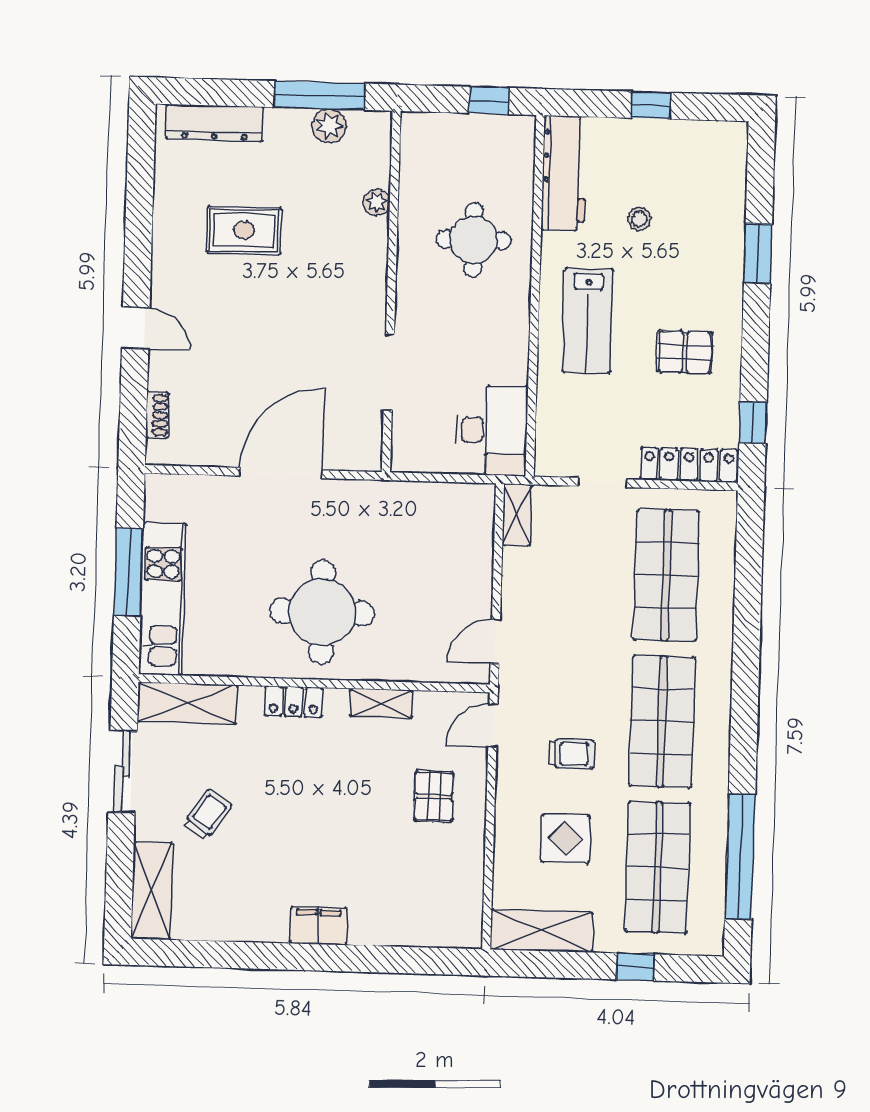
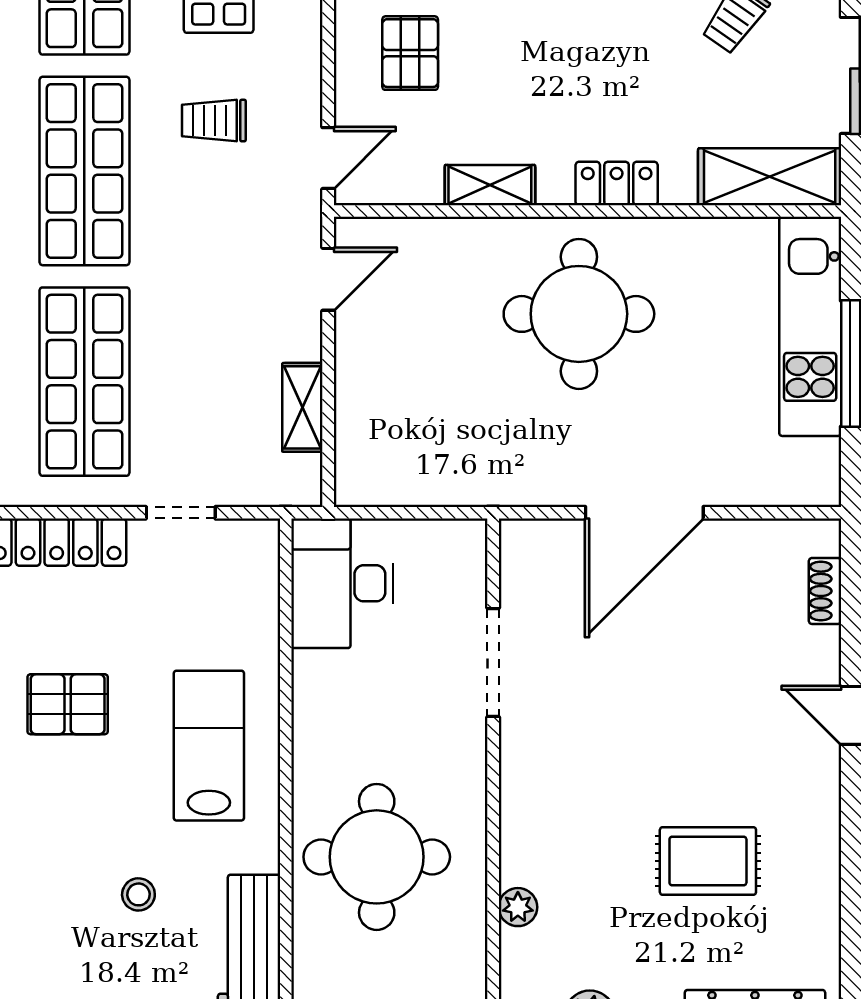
round table: (474, 240) -> (377, 857), width x1.36, depth x1.36
shelving: (517, 515) -> (302, 407), moved

